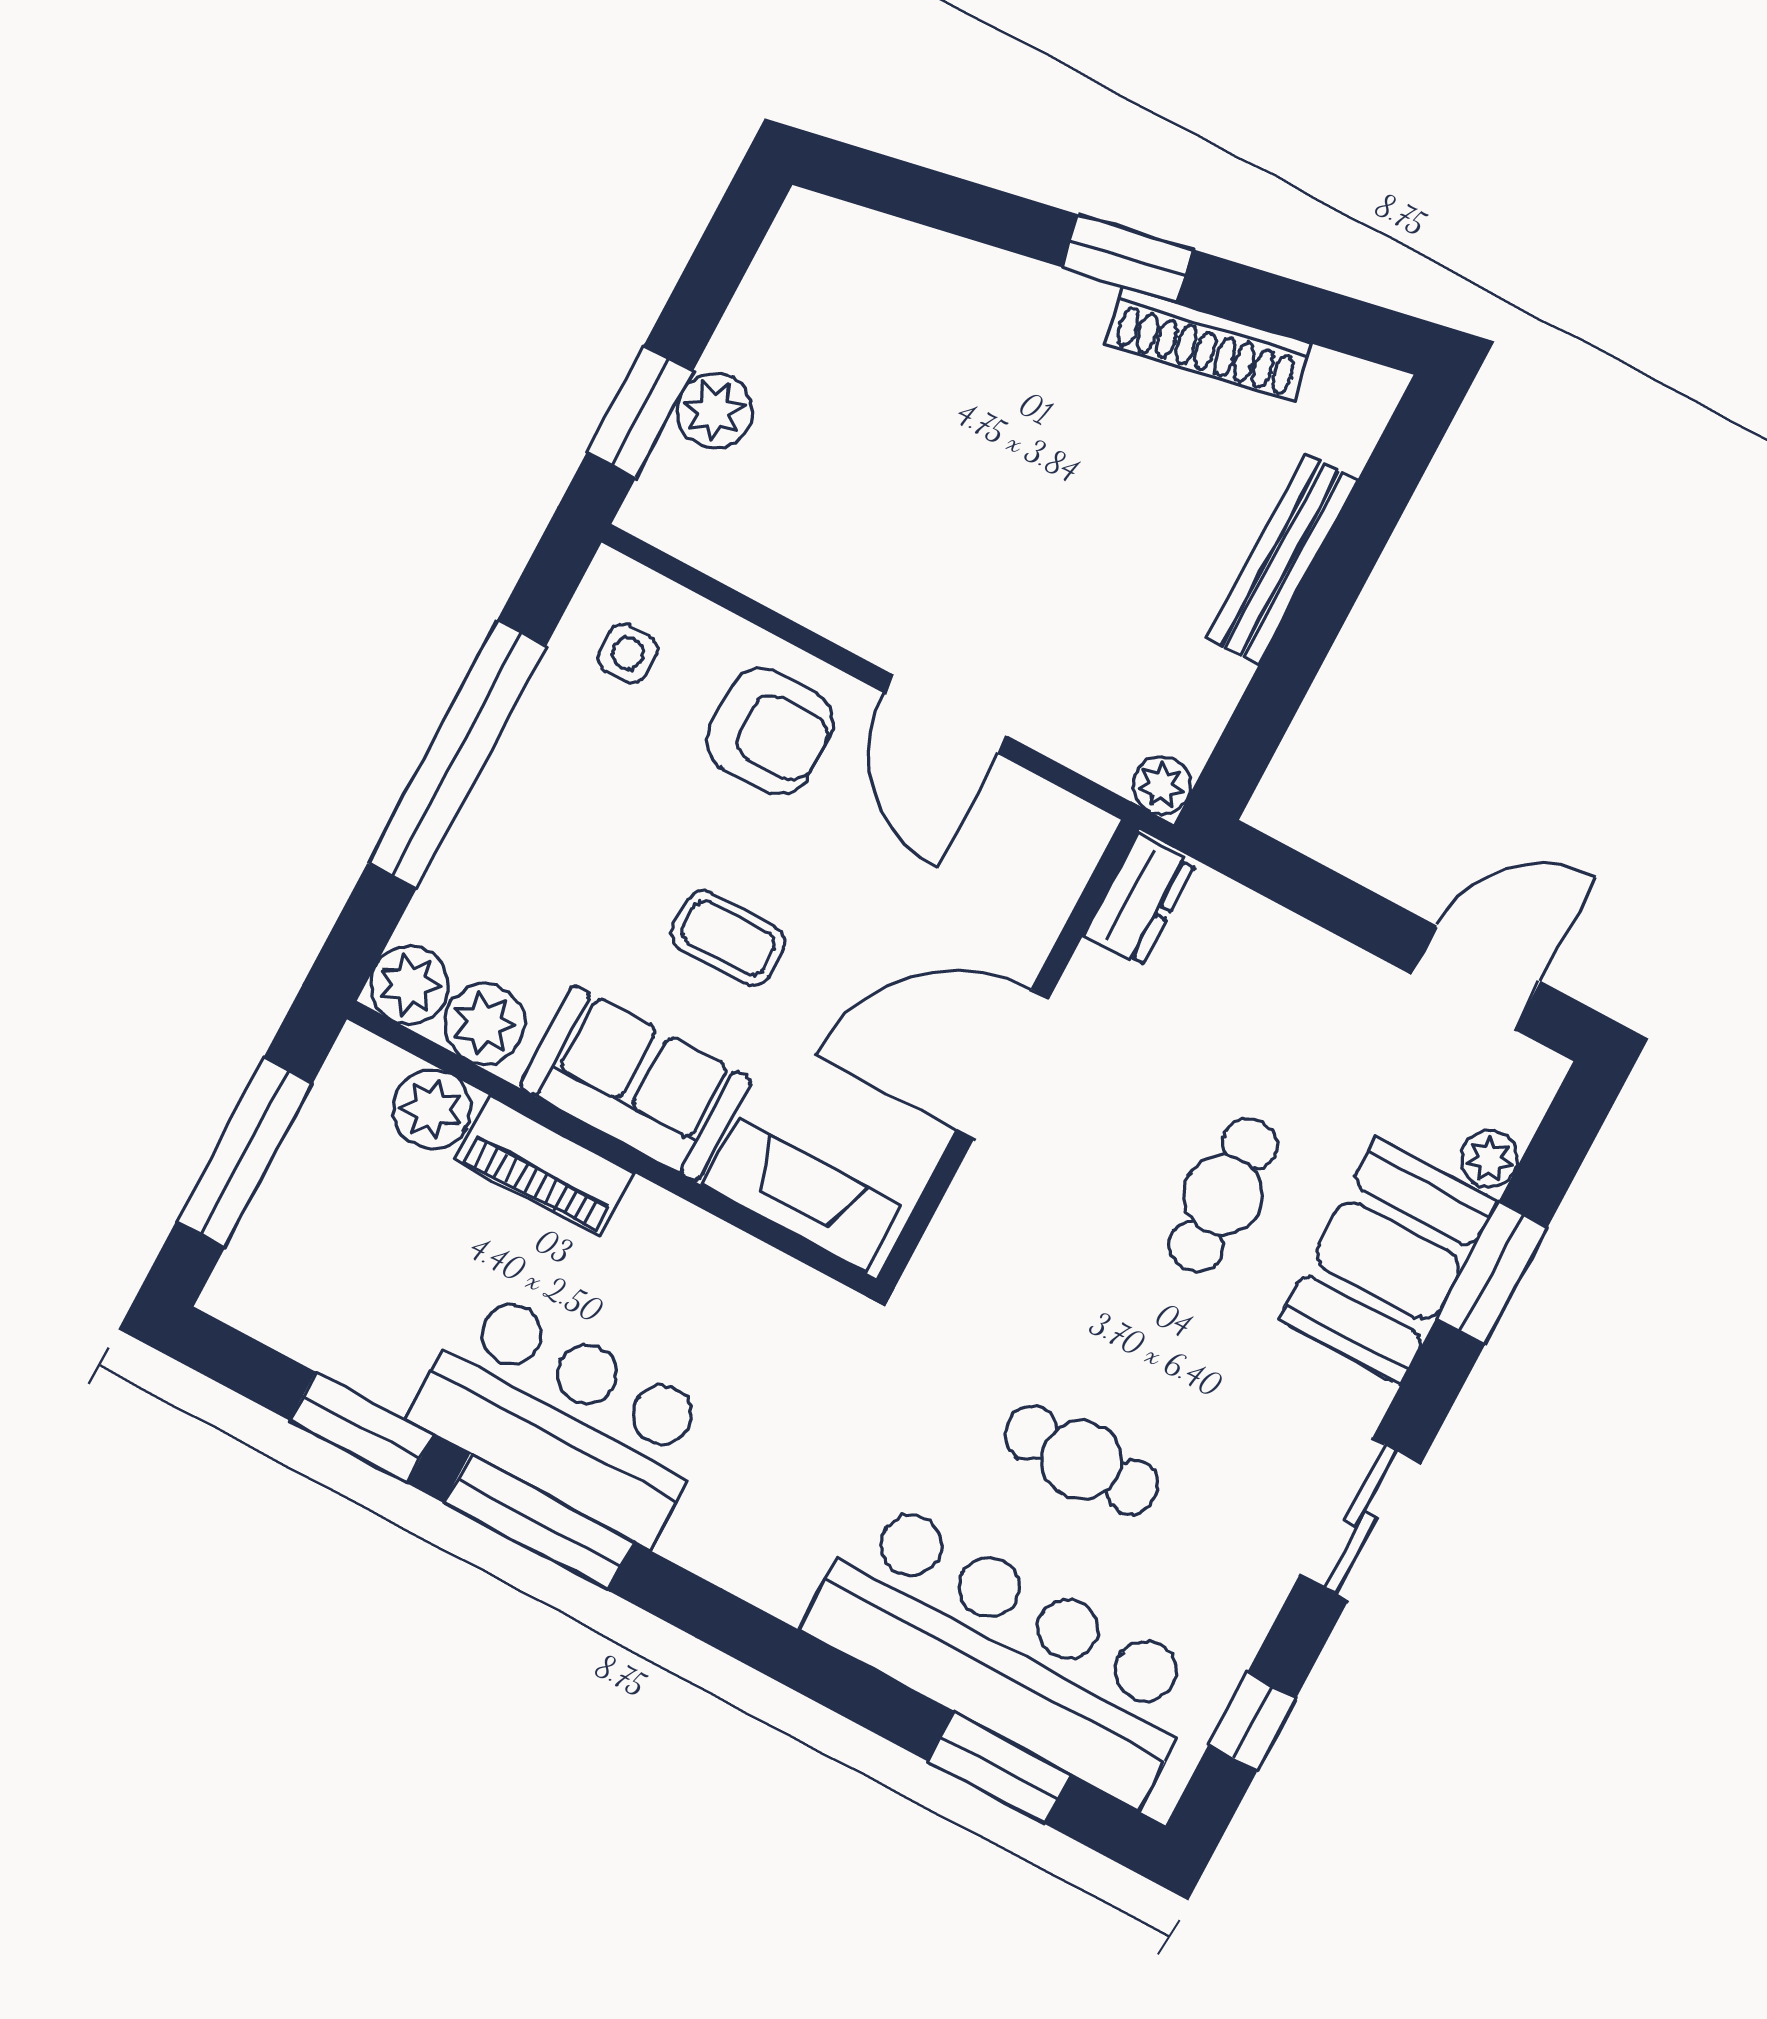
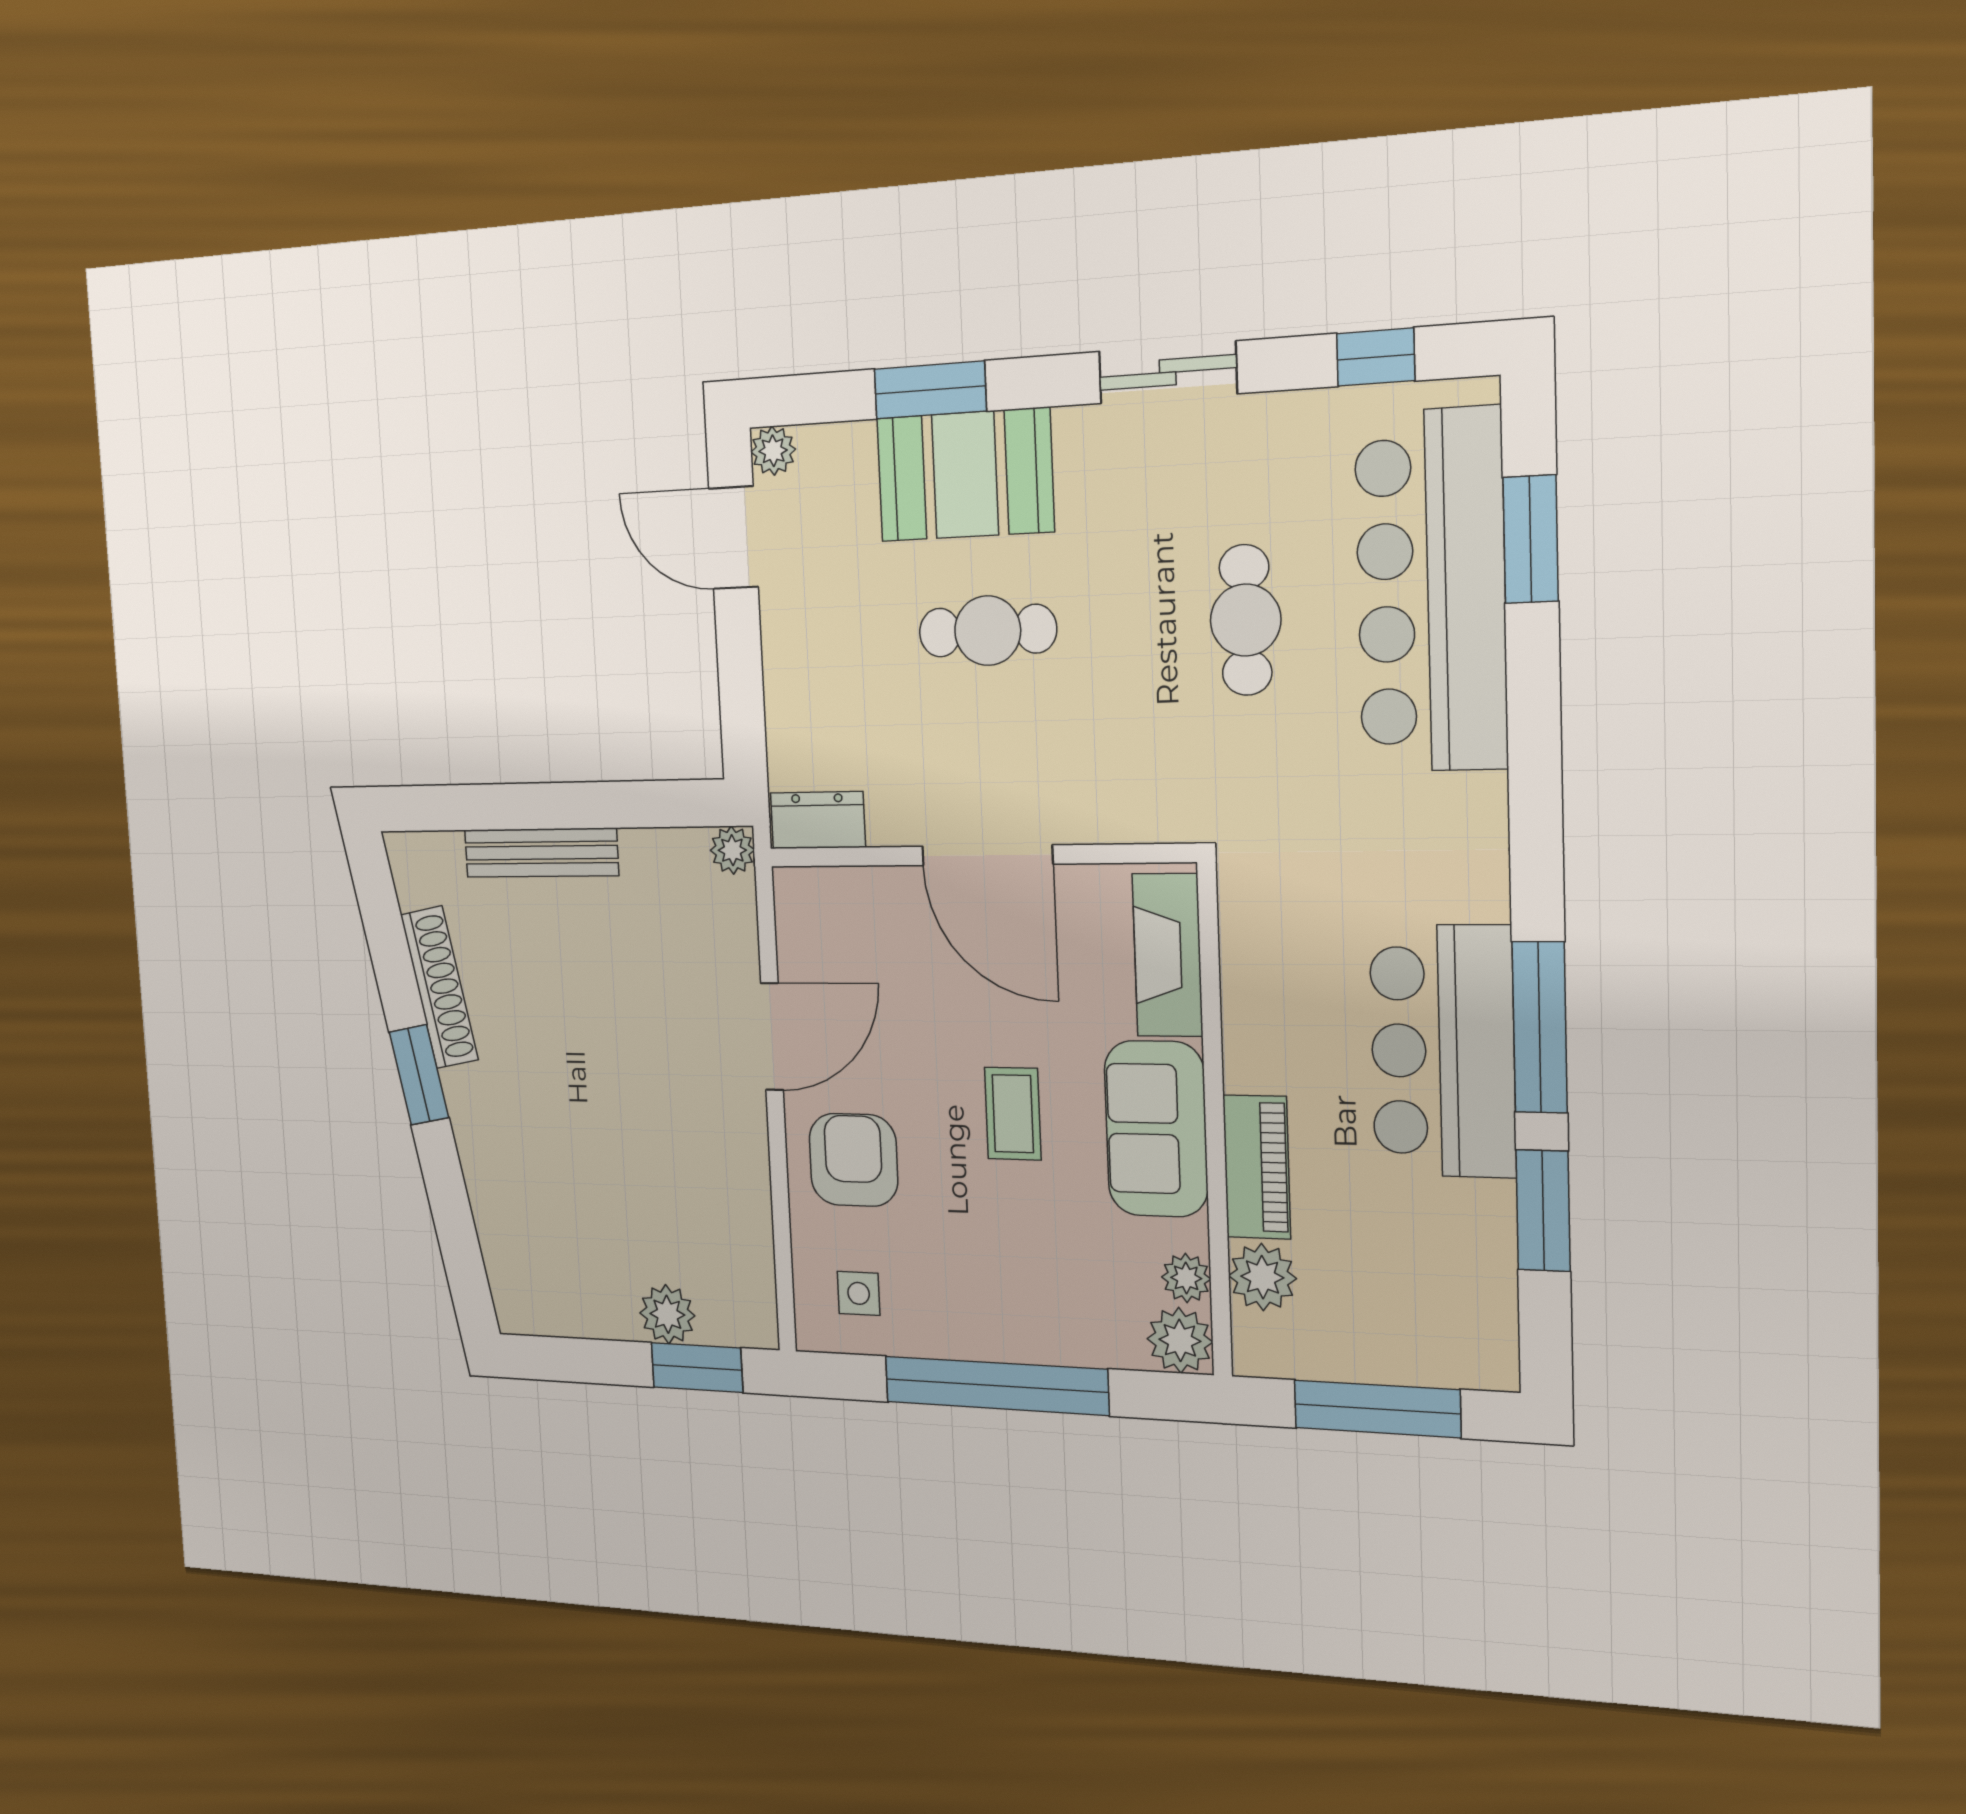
plant: (484, 1024) -> (1186, 1278), width x0.73, depth x0.73
plant: (1489, 1159) -> (773, 451), moved

